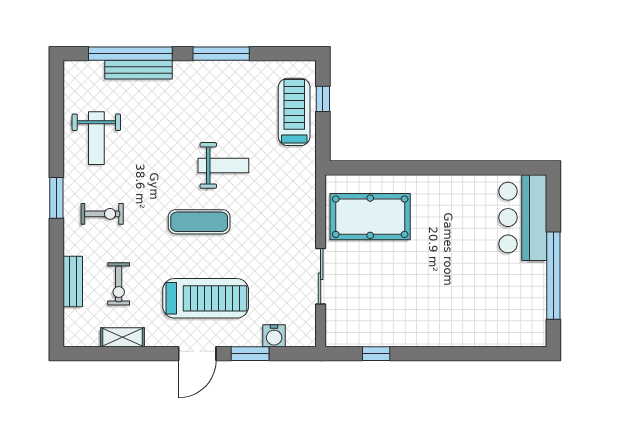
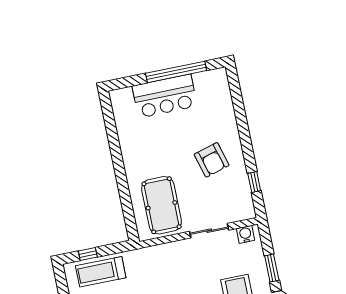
bar counter: (523, 218) -> (165, 96), moved
armchair: (420, 300) -> (212, 160), added
water cooler: (274, 336) -> (245, 234), moved, turned -90

